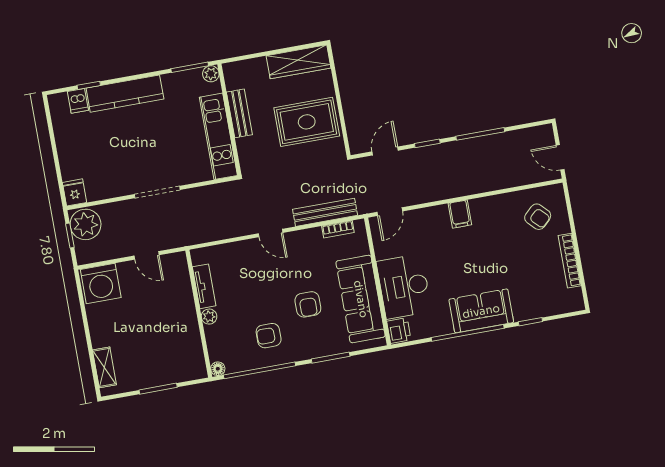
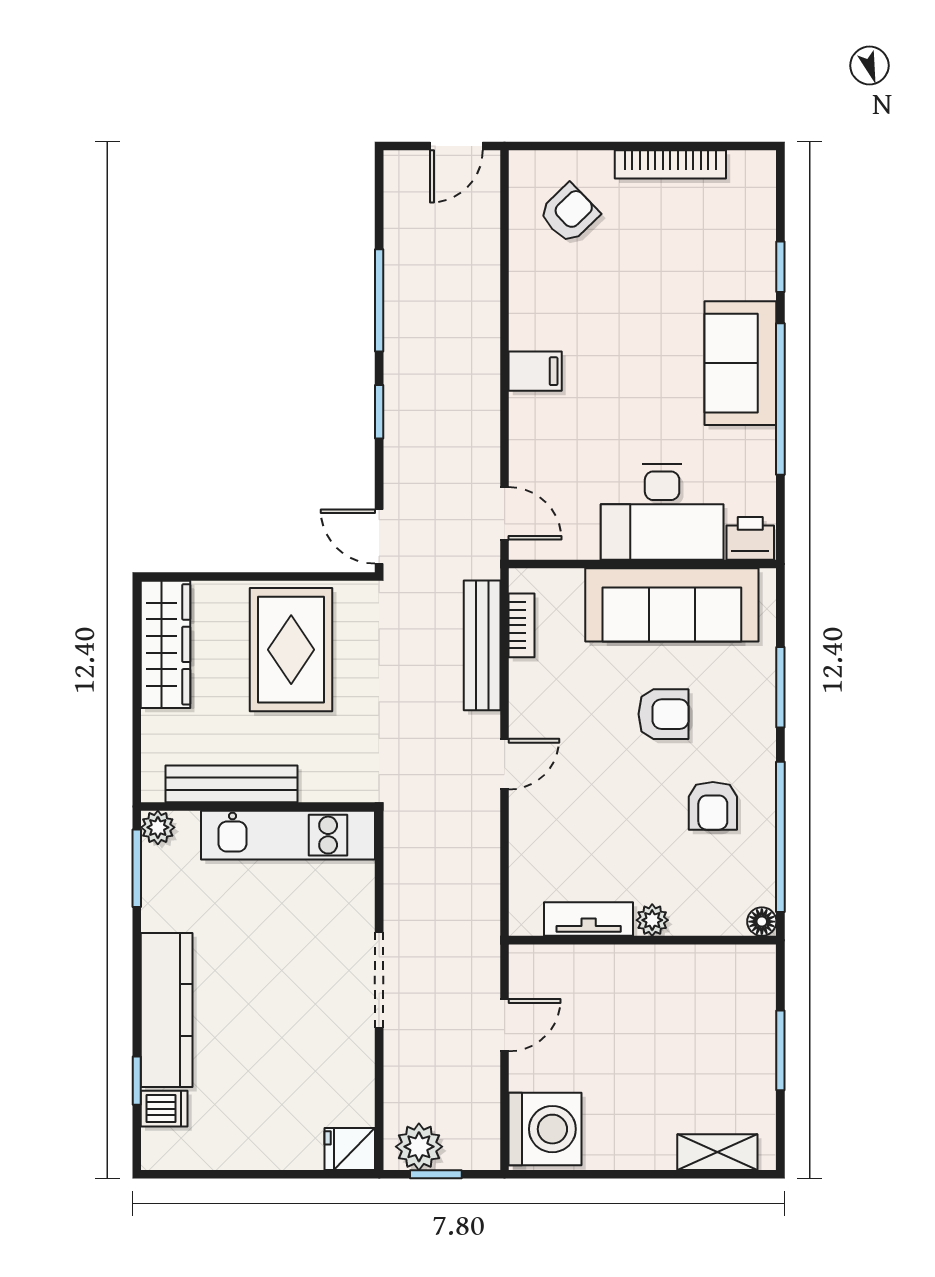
bench: (239, 113) -> (231, 784), width x1.36
door: (385, 151) -> (379, 537), moved
plant: (86, 224) -> (419, 1147), width x0.73, depth x0.73

